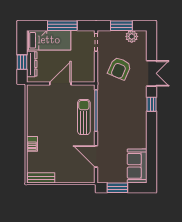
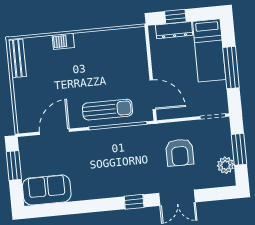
armchair: (119, 68) -> (180, 153), turned -113
door: (60, 84) -> (153, 95), moved

